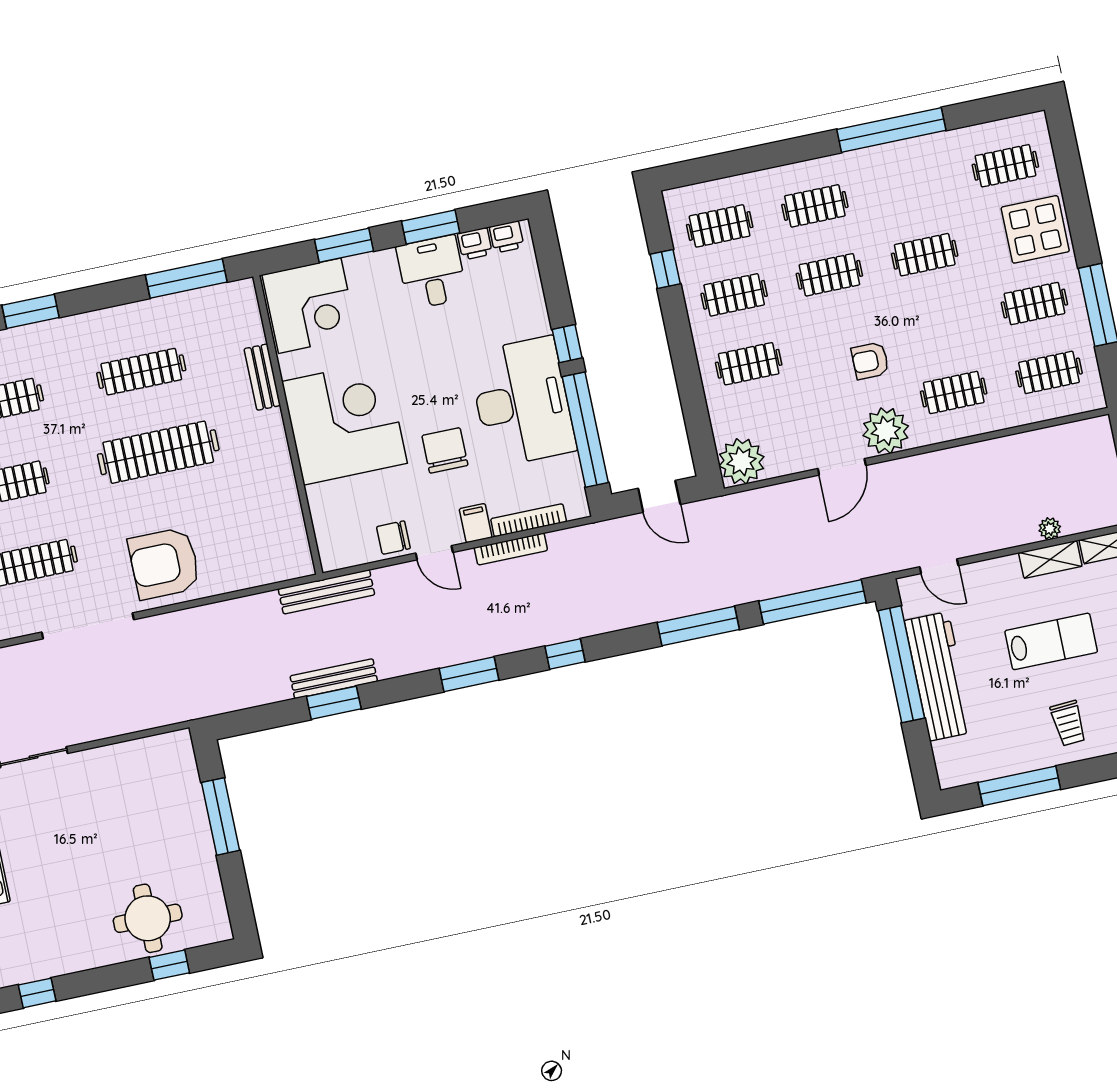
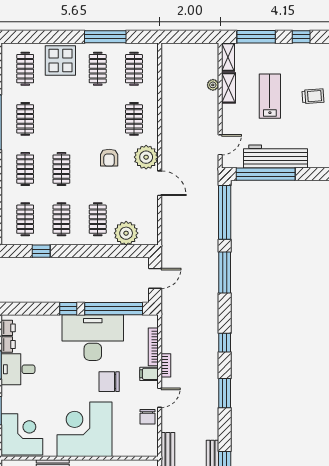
clothes rail: (925, 255) -> (25, 119), moved
plant: (741, 461) -> (126, 233), moved
bookcase: (511, 549) -> (166, 365), width x0.64

